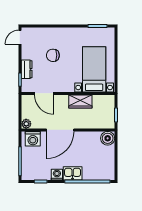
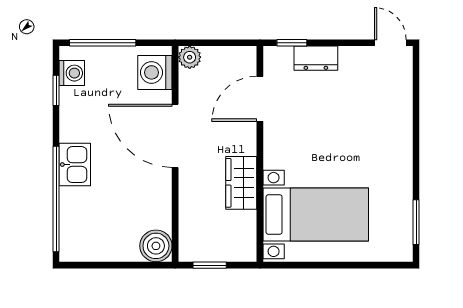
chair: (53, 55) -> (348, 119), removed
washing machine: (57, 175) -> (72, 73), moved

